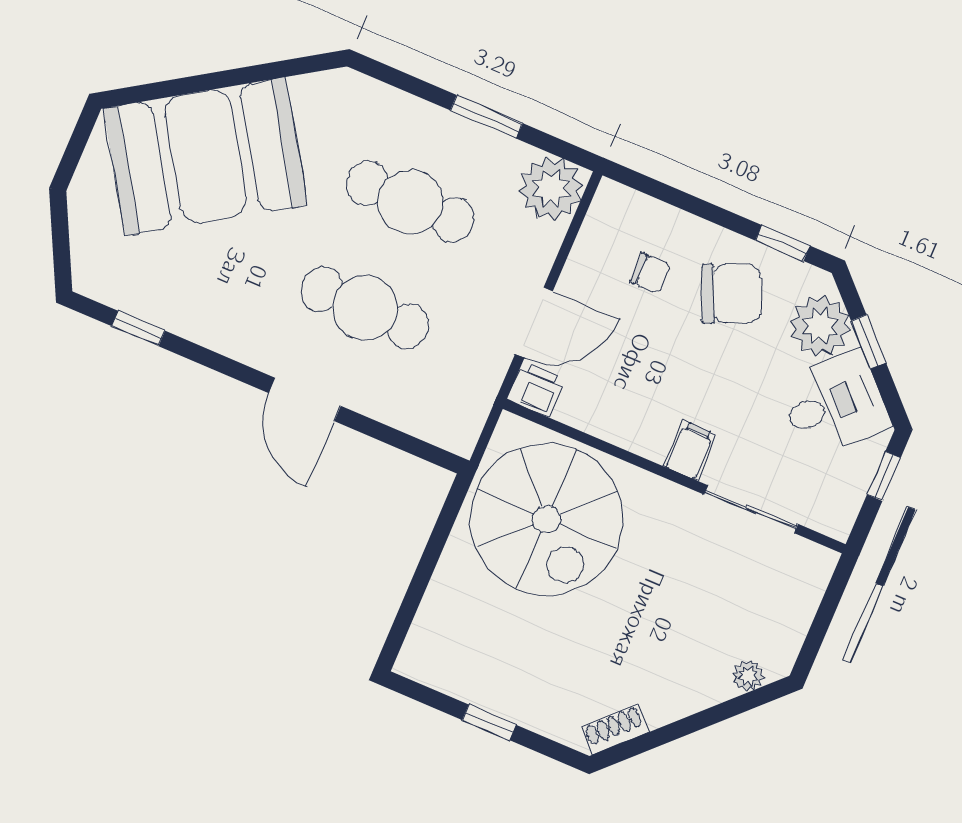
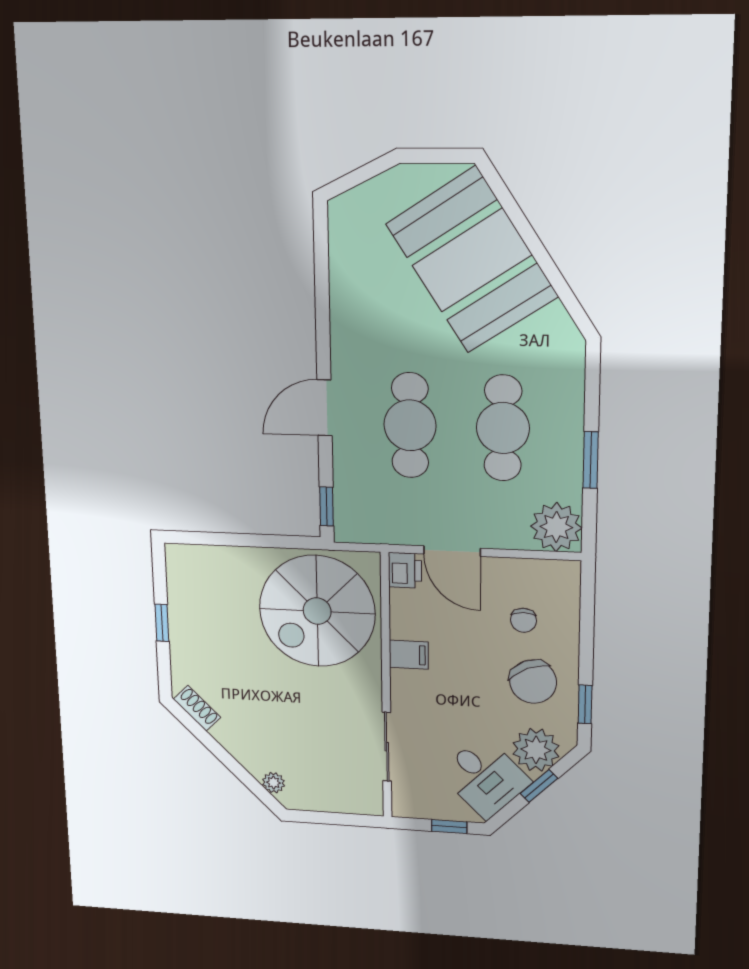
window: (138, 328) -> (326, 507), moved
filing cabinet: (690, 450) -> (409, 655), moved

